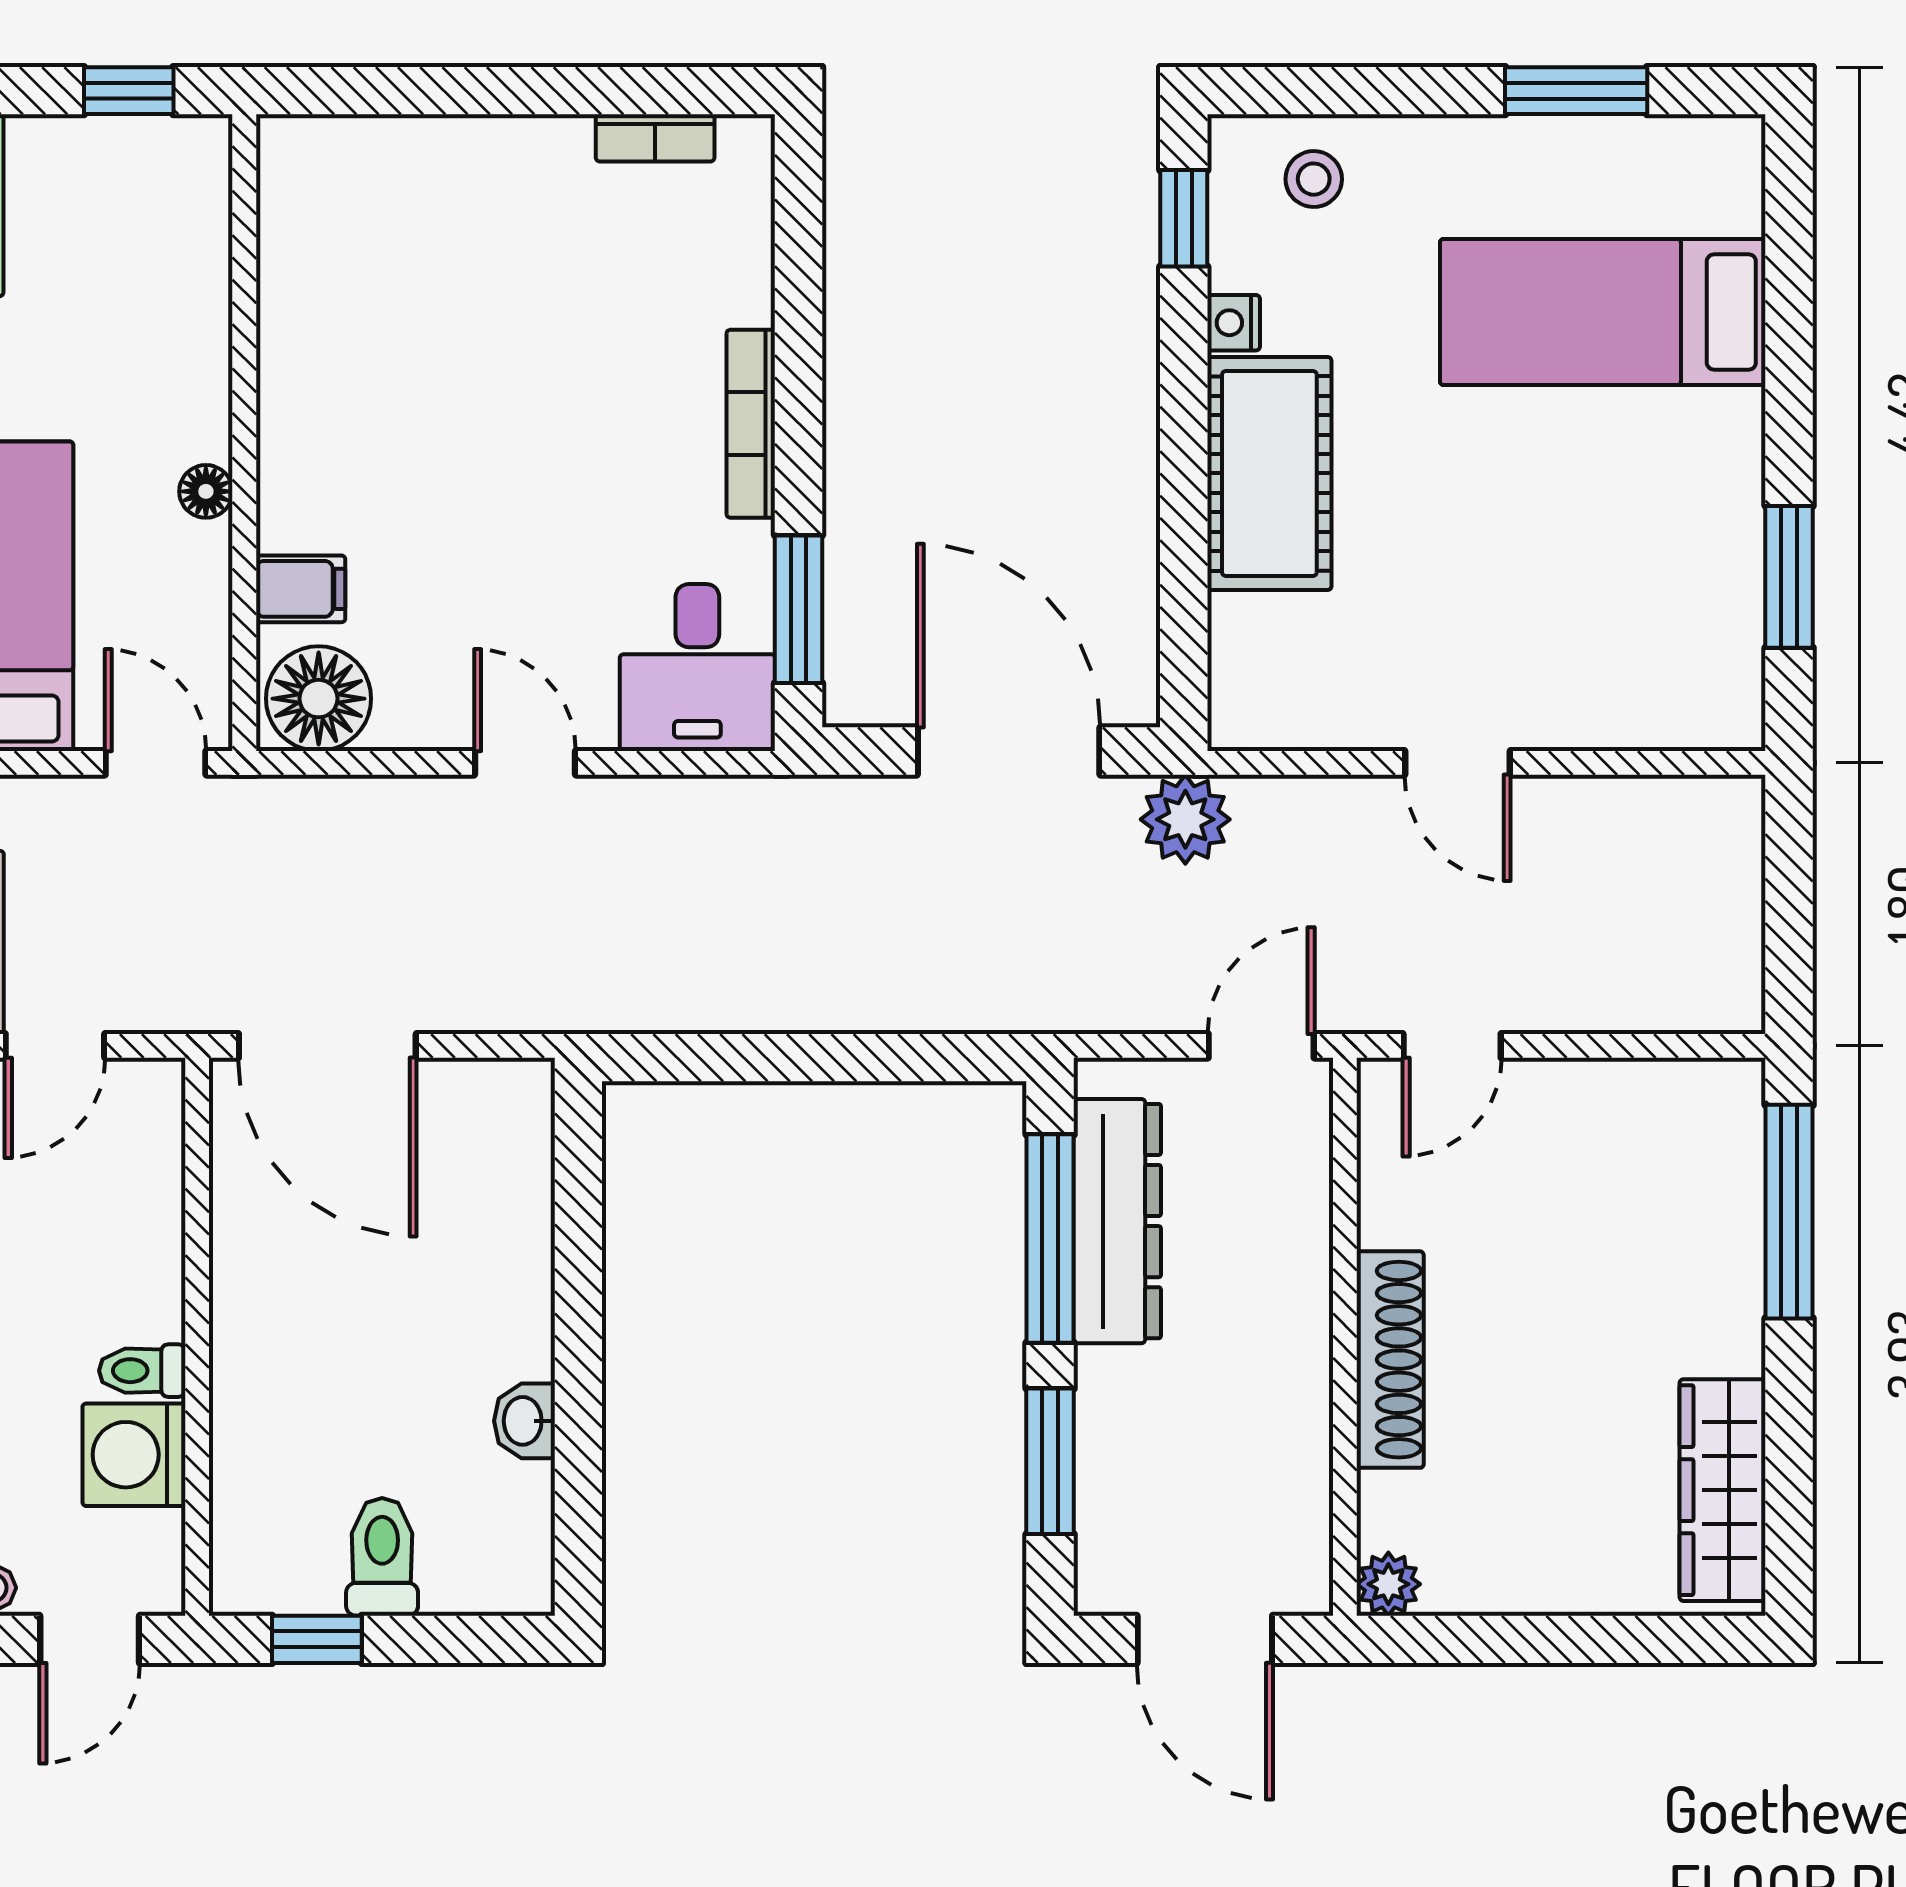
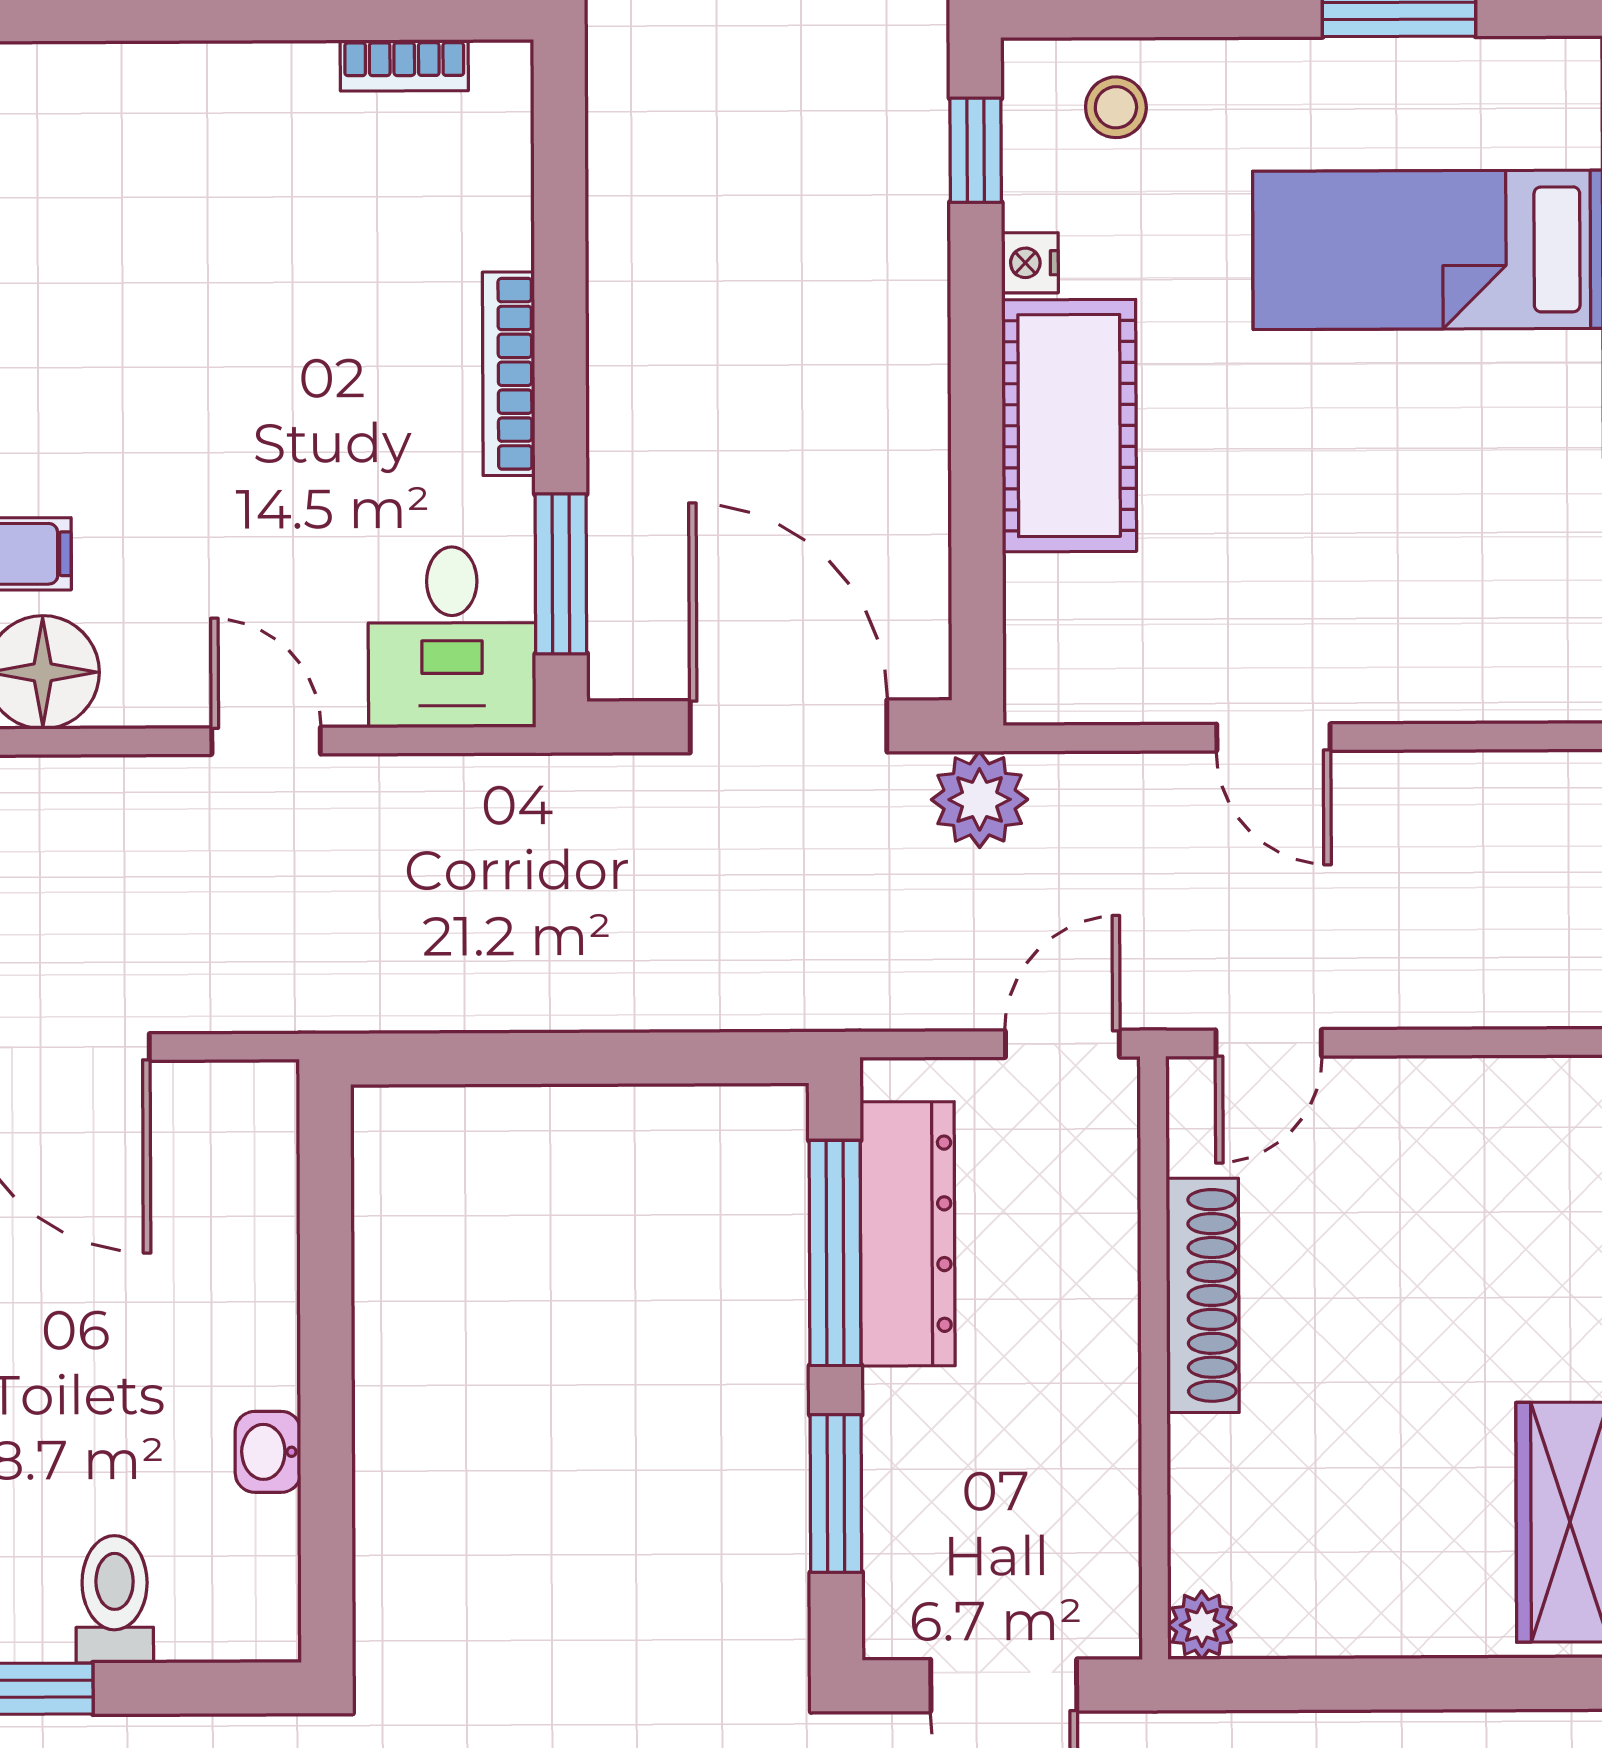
shoe rack: (1390, 1360) -> (1203, 1295), moved

